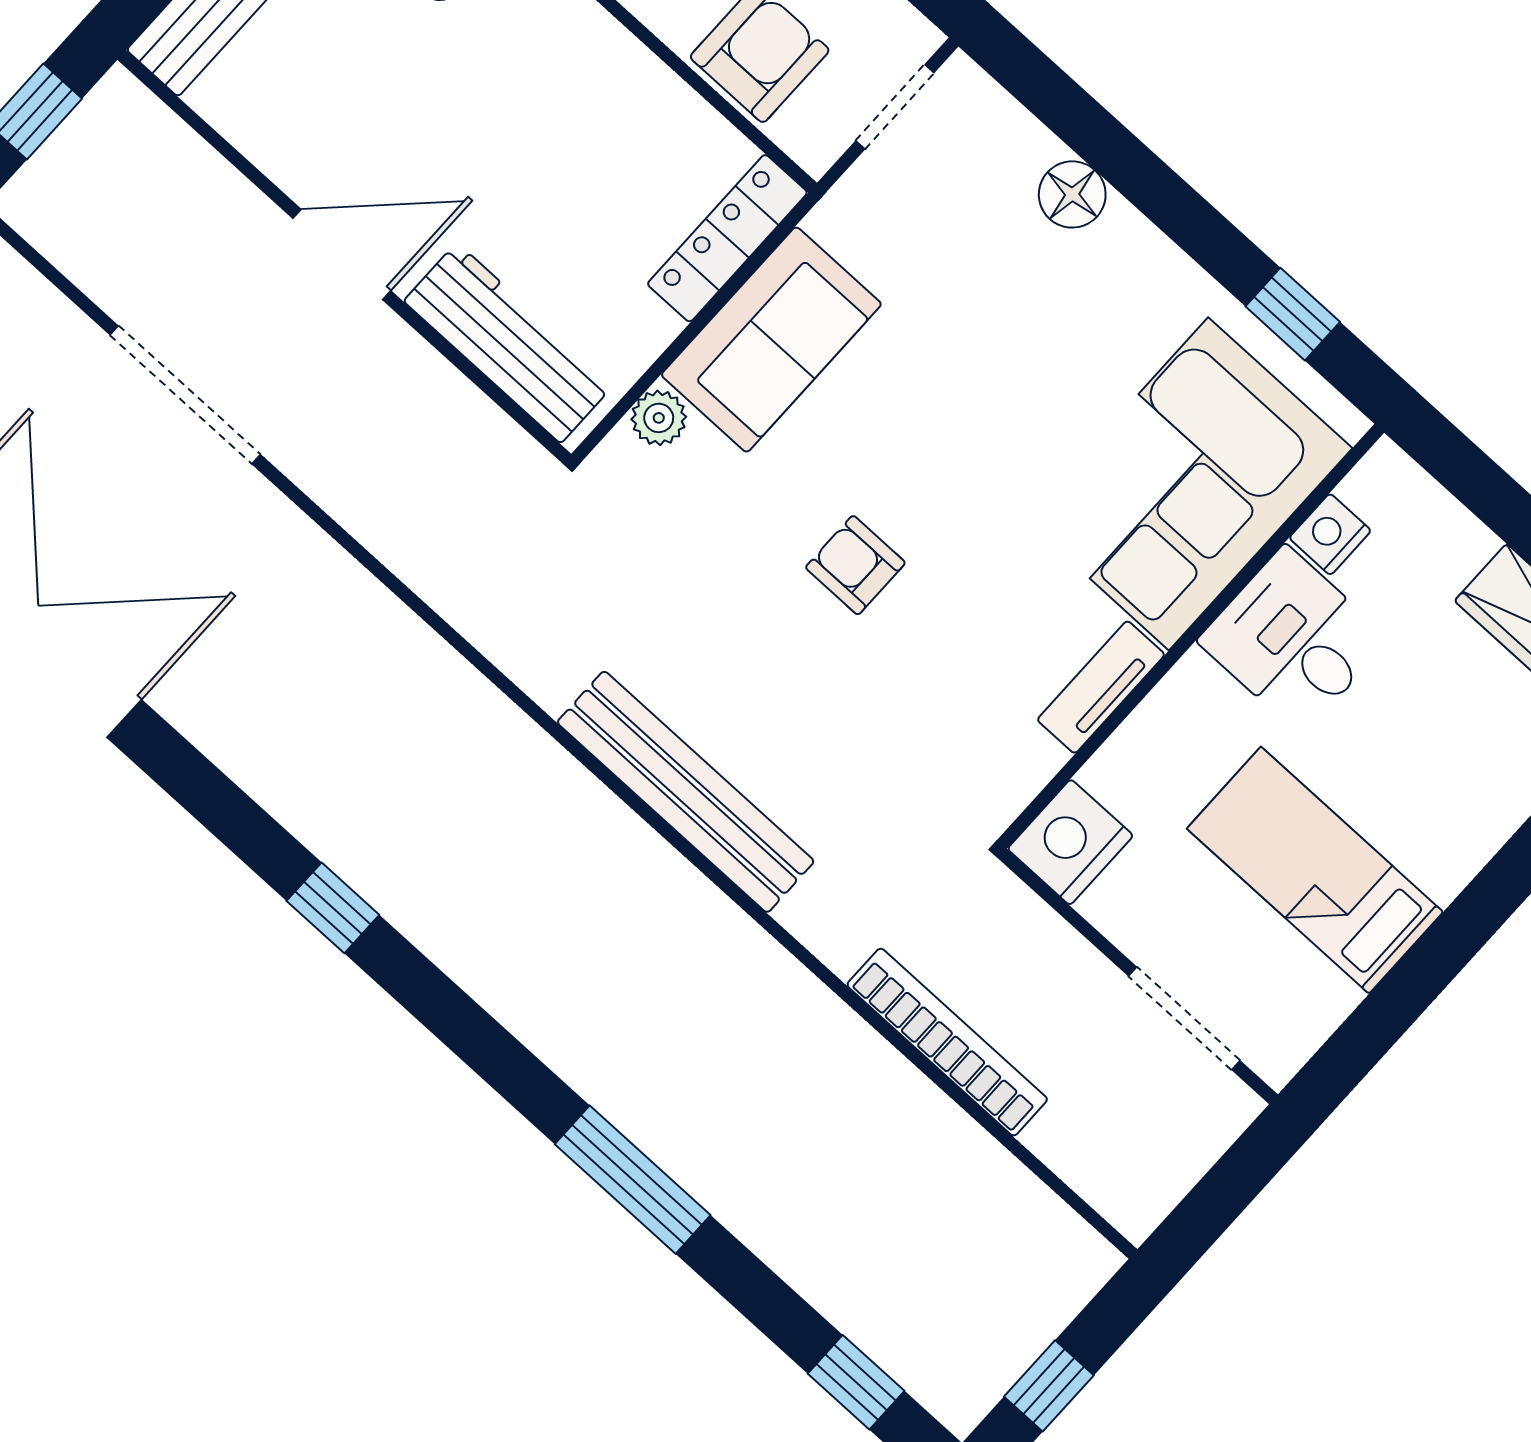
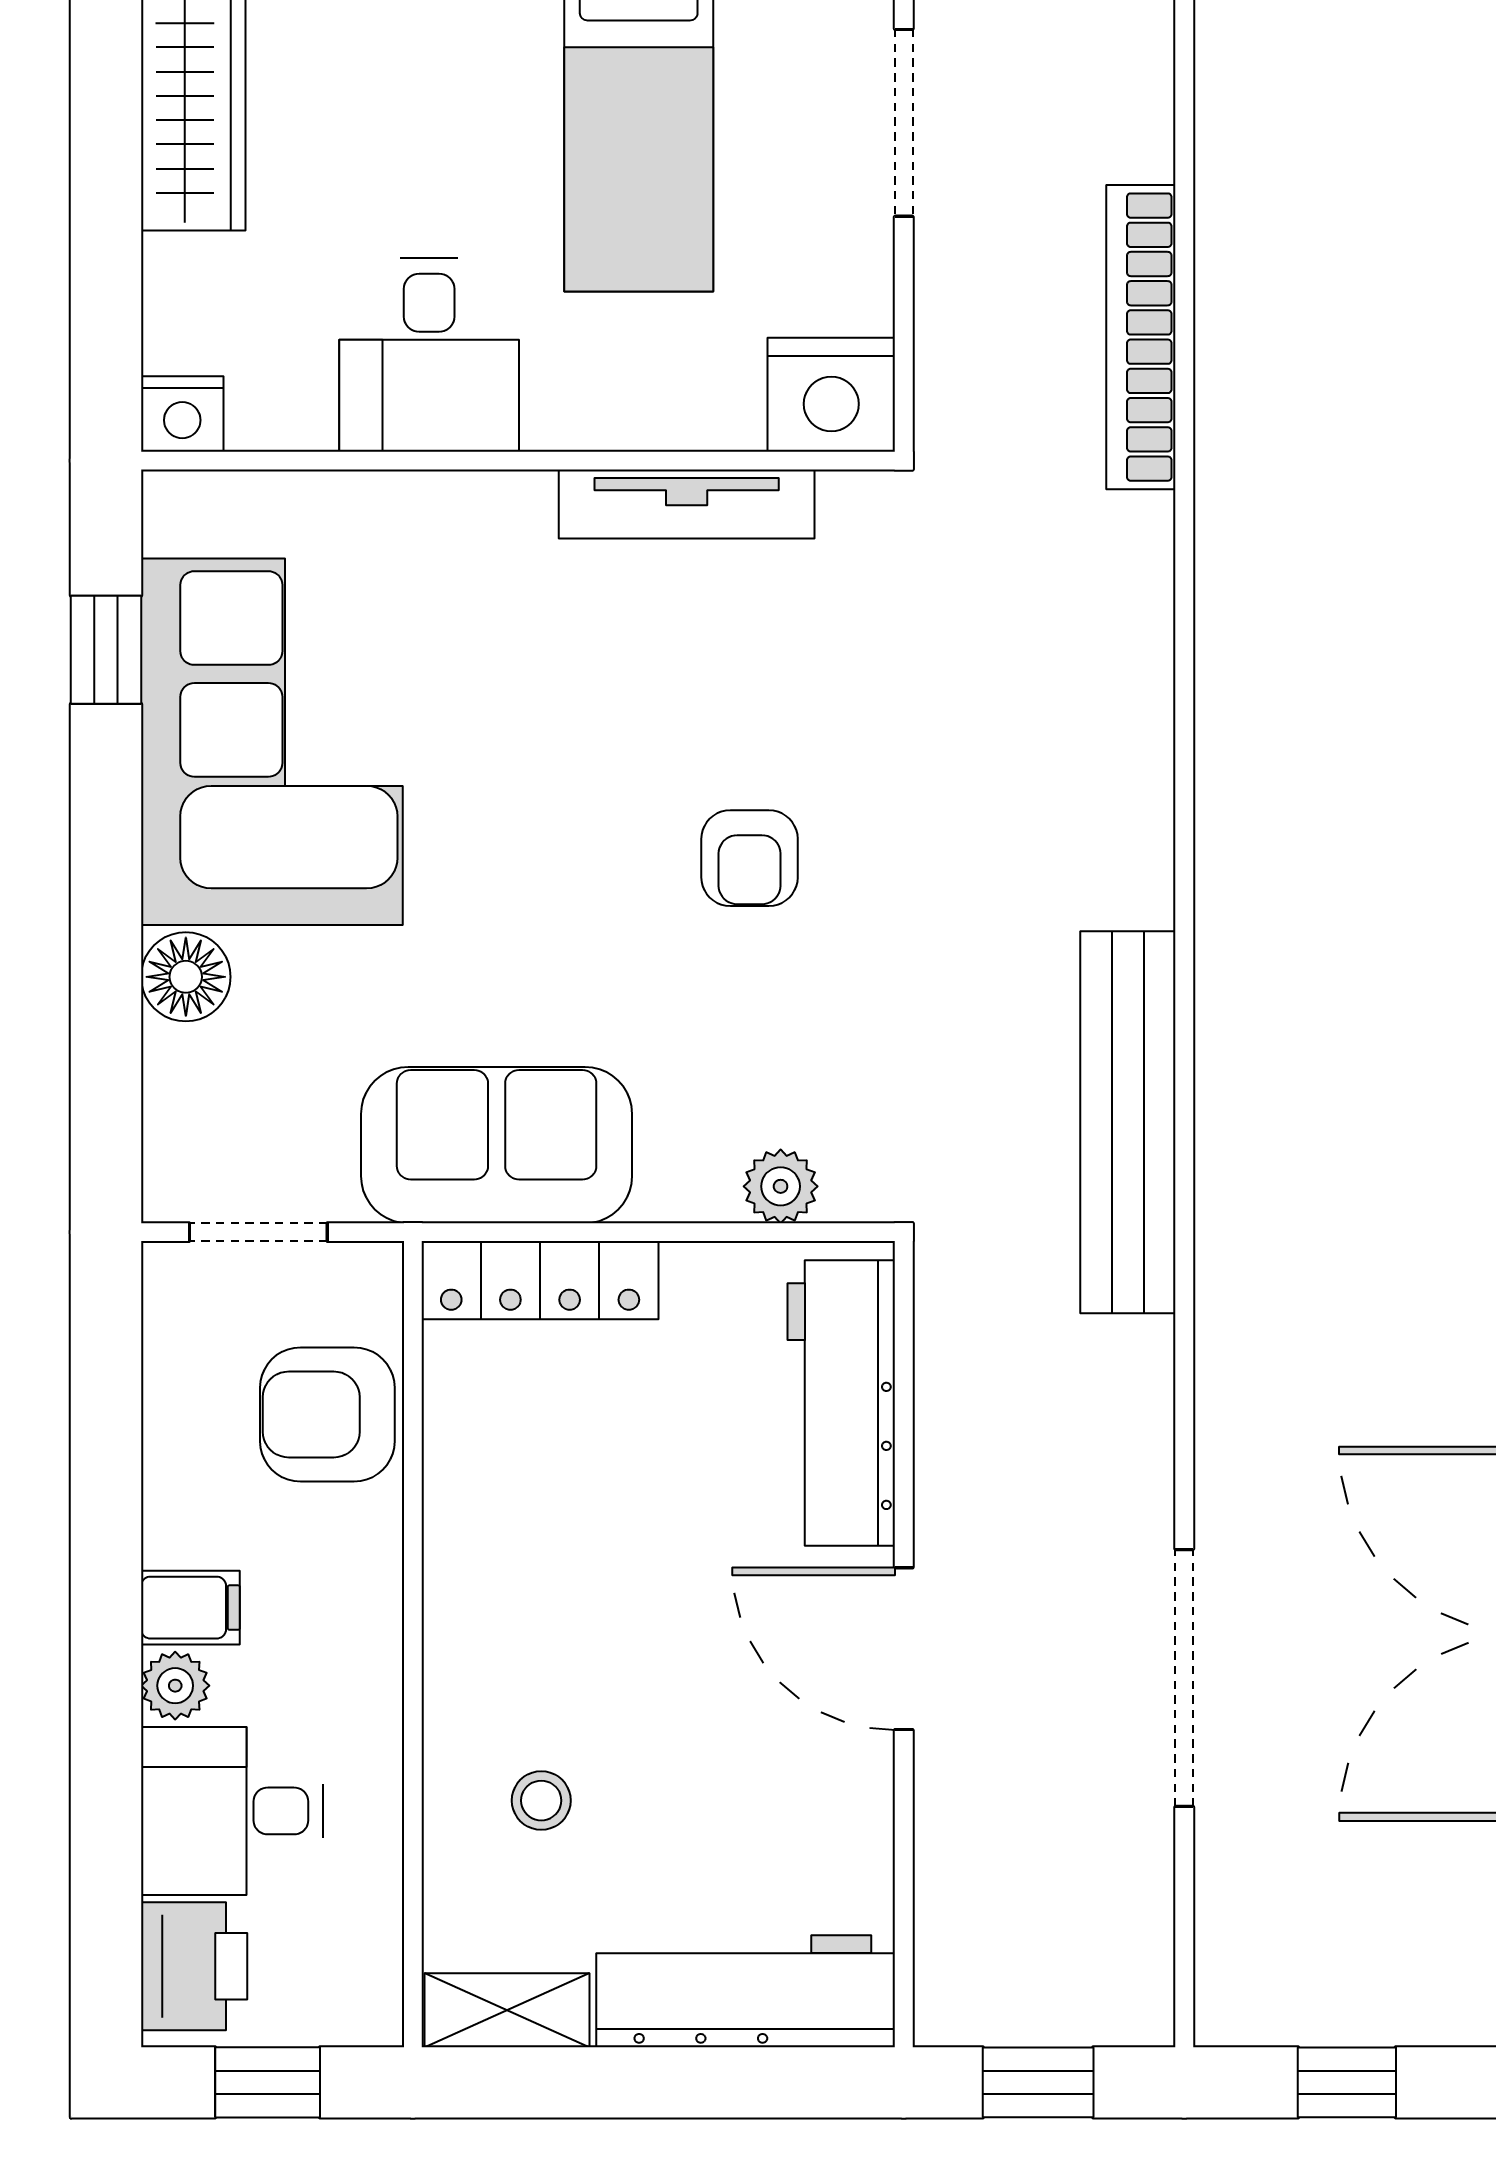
sofa: (771, 340) -> (497, 1145), moved
corner sofa: (1189, 484) -> (272, 742), moved, turned -90
nightstand: (1330, 534) -> (182, 414), moved
tv unit: (1101, 687) -> (687, 504), width x1.41
bench: (686, 792) -> (1128, 1122), moved

